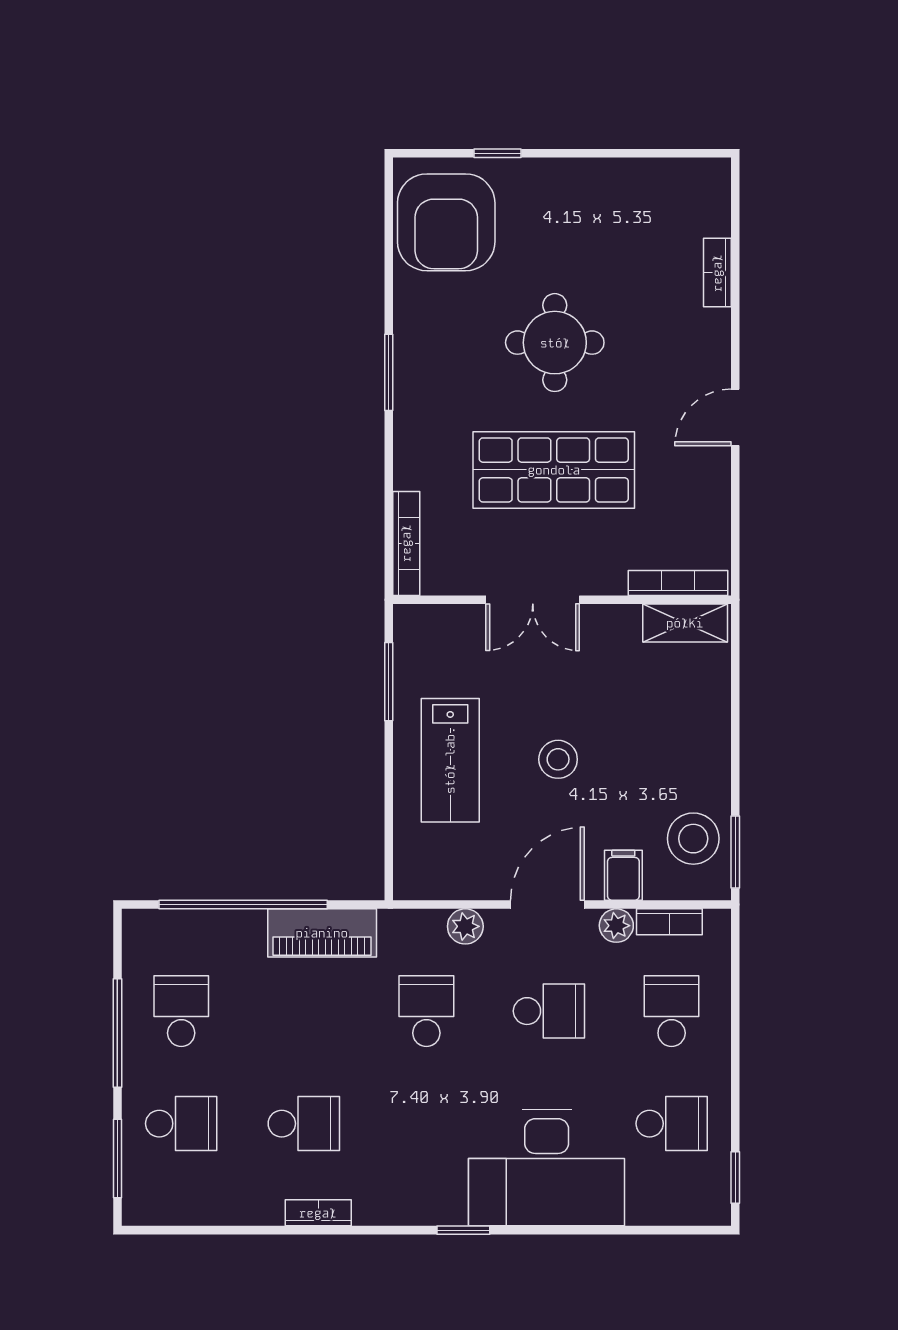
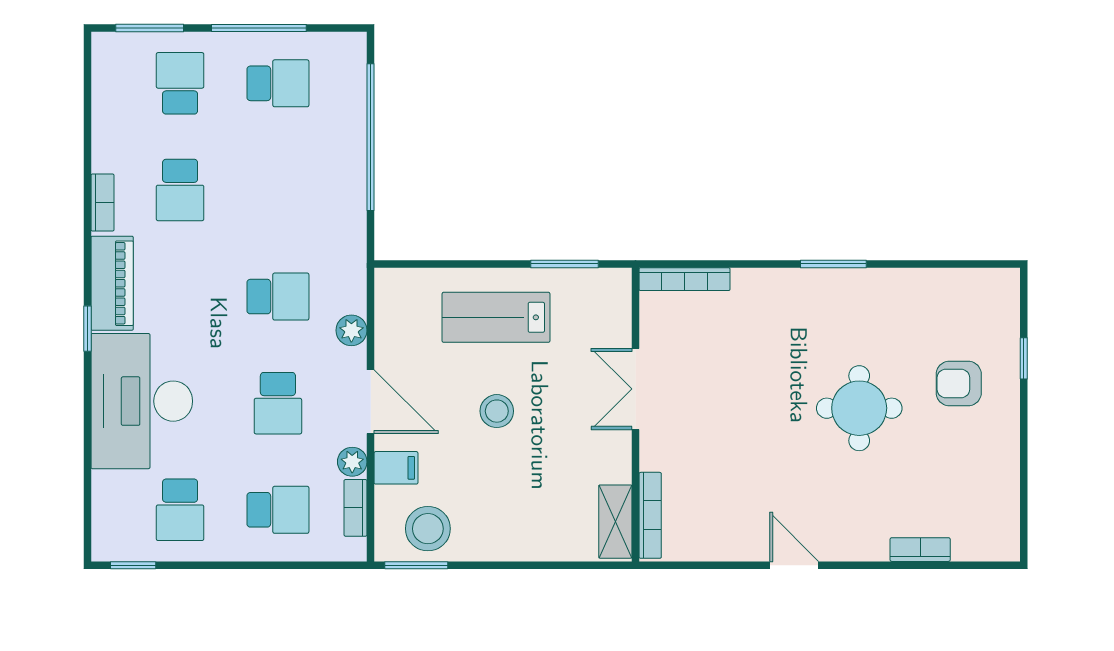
armchair: (446, 222) -> (959, 383), moved, width x0.53, depth x0.53
shop shelf: (554, 470) -> (748, 407), removed
piano: (322, 933) -> (112, 283), moved, turned 180
school desk: (181, 1124) -> (180, 83), turned 180

